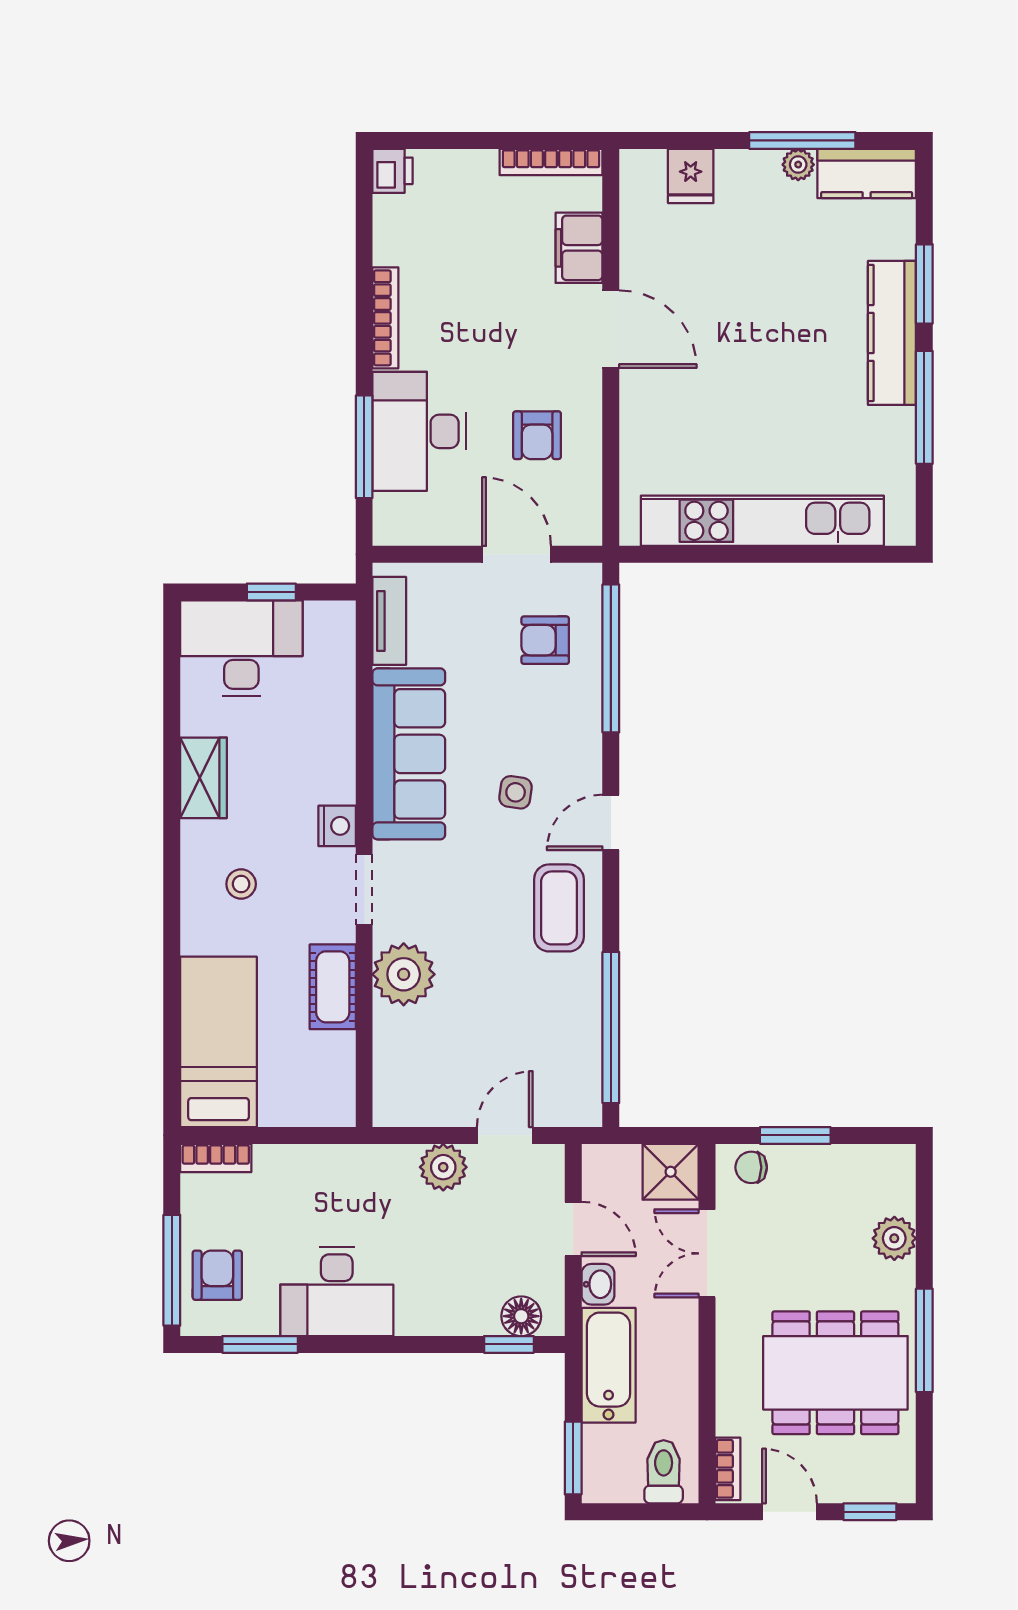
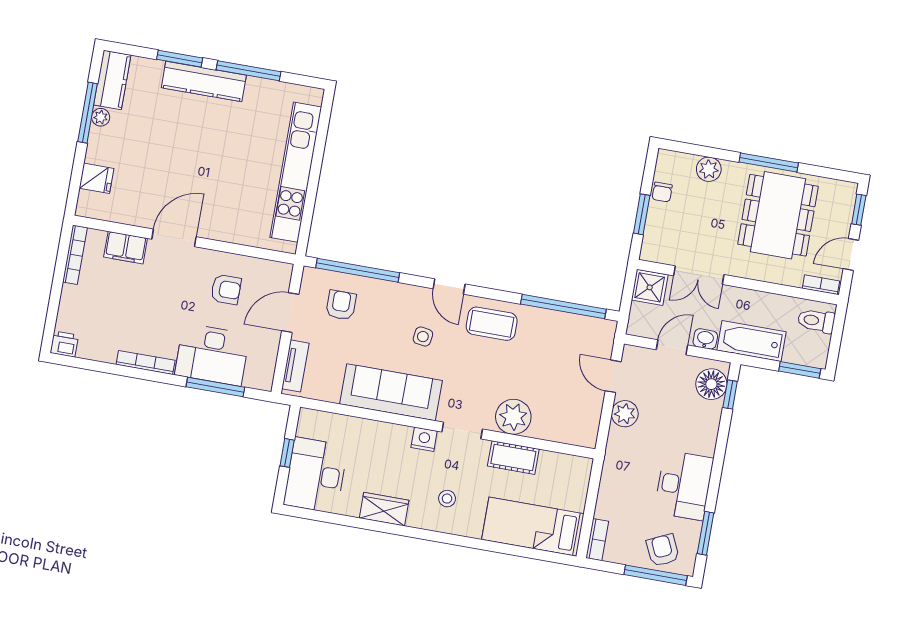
tv unit: (389, 621) -> (295, 366), moved, turned 90
armchair: (545, 640) -> (341, 305), turned 180
chair: (751, 1167) -> (662, 192), moved
armchair: (217, 1275) -> (663, 550), turned 65
floor lamp: (521, 1316) -> (711, 384), width x1.38, depth x1.38

